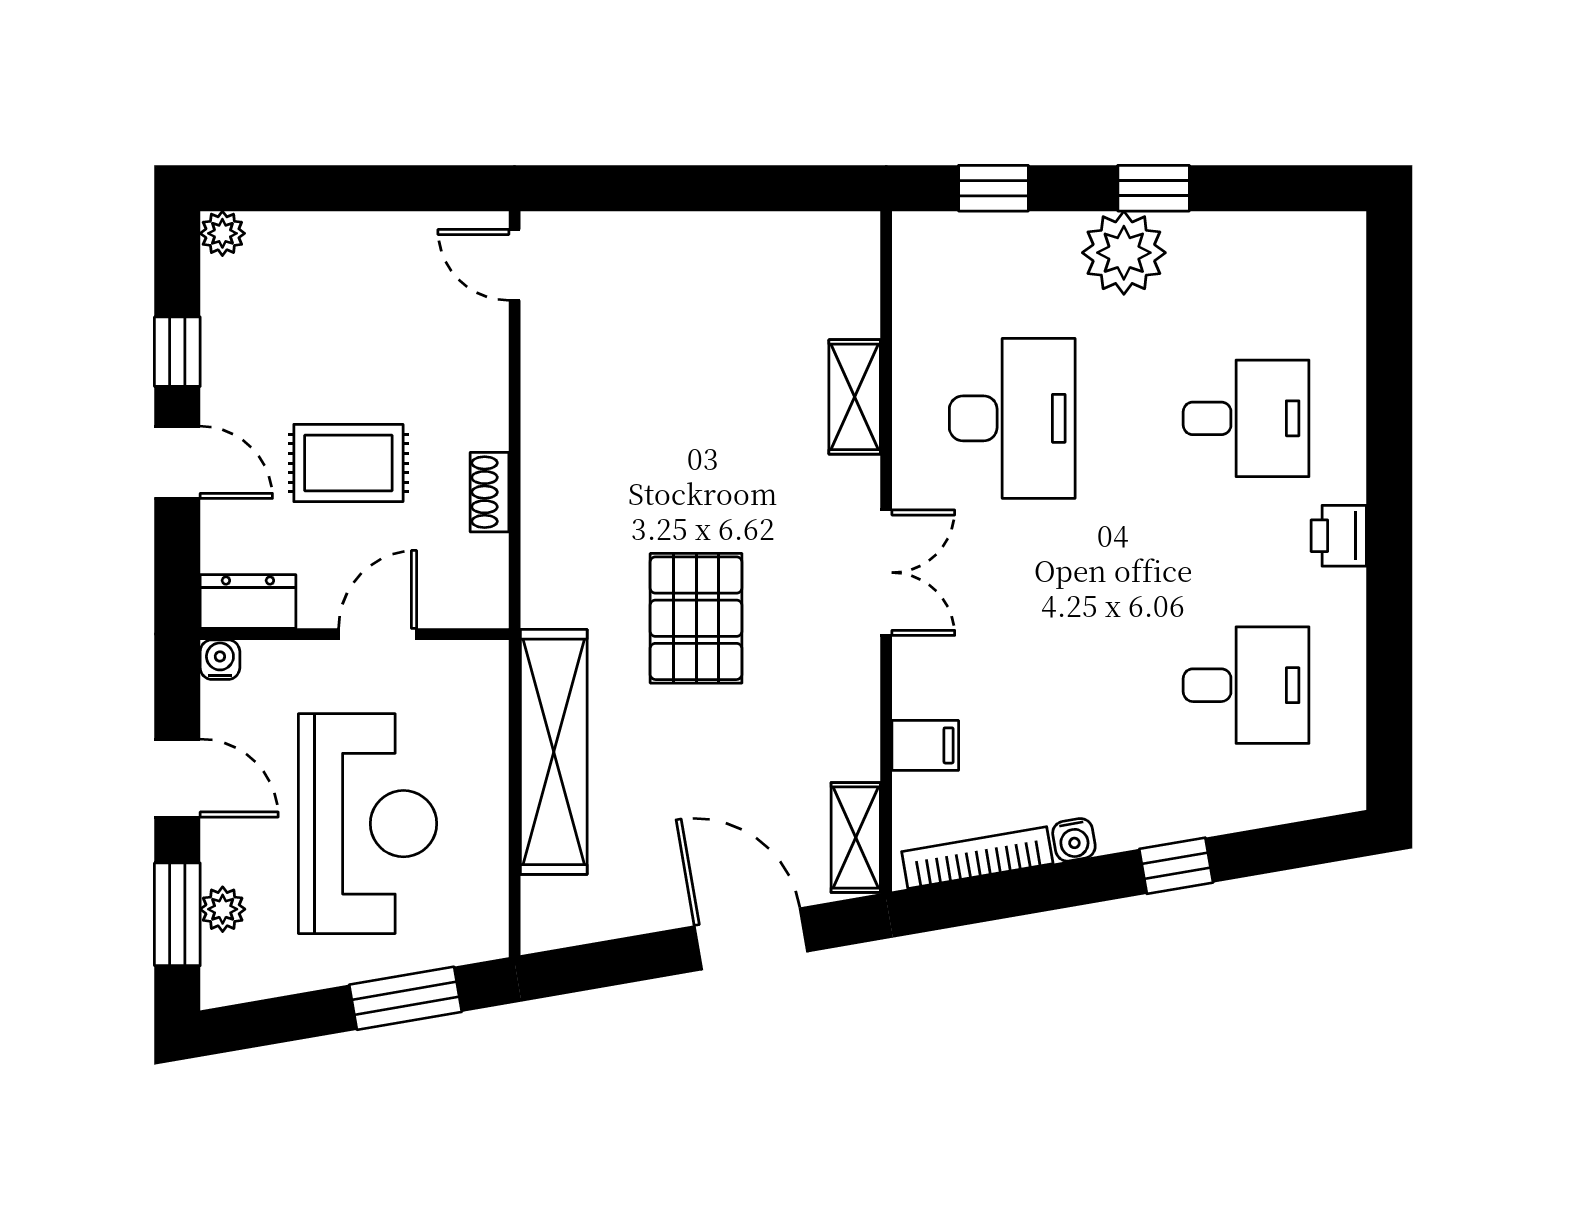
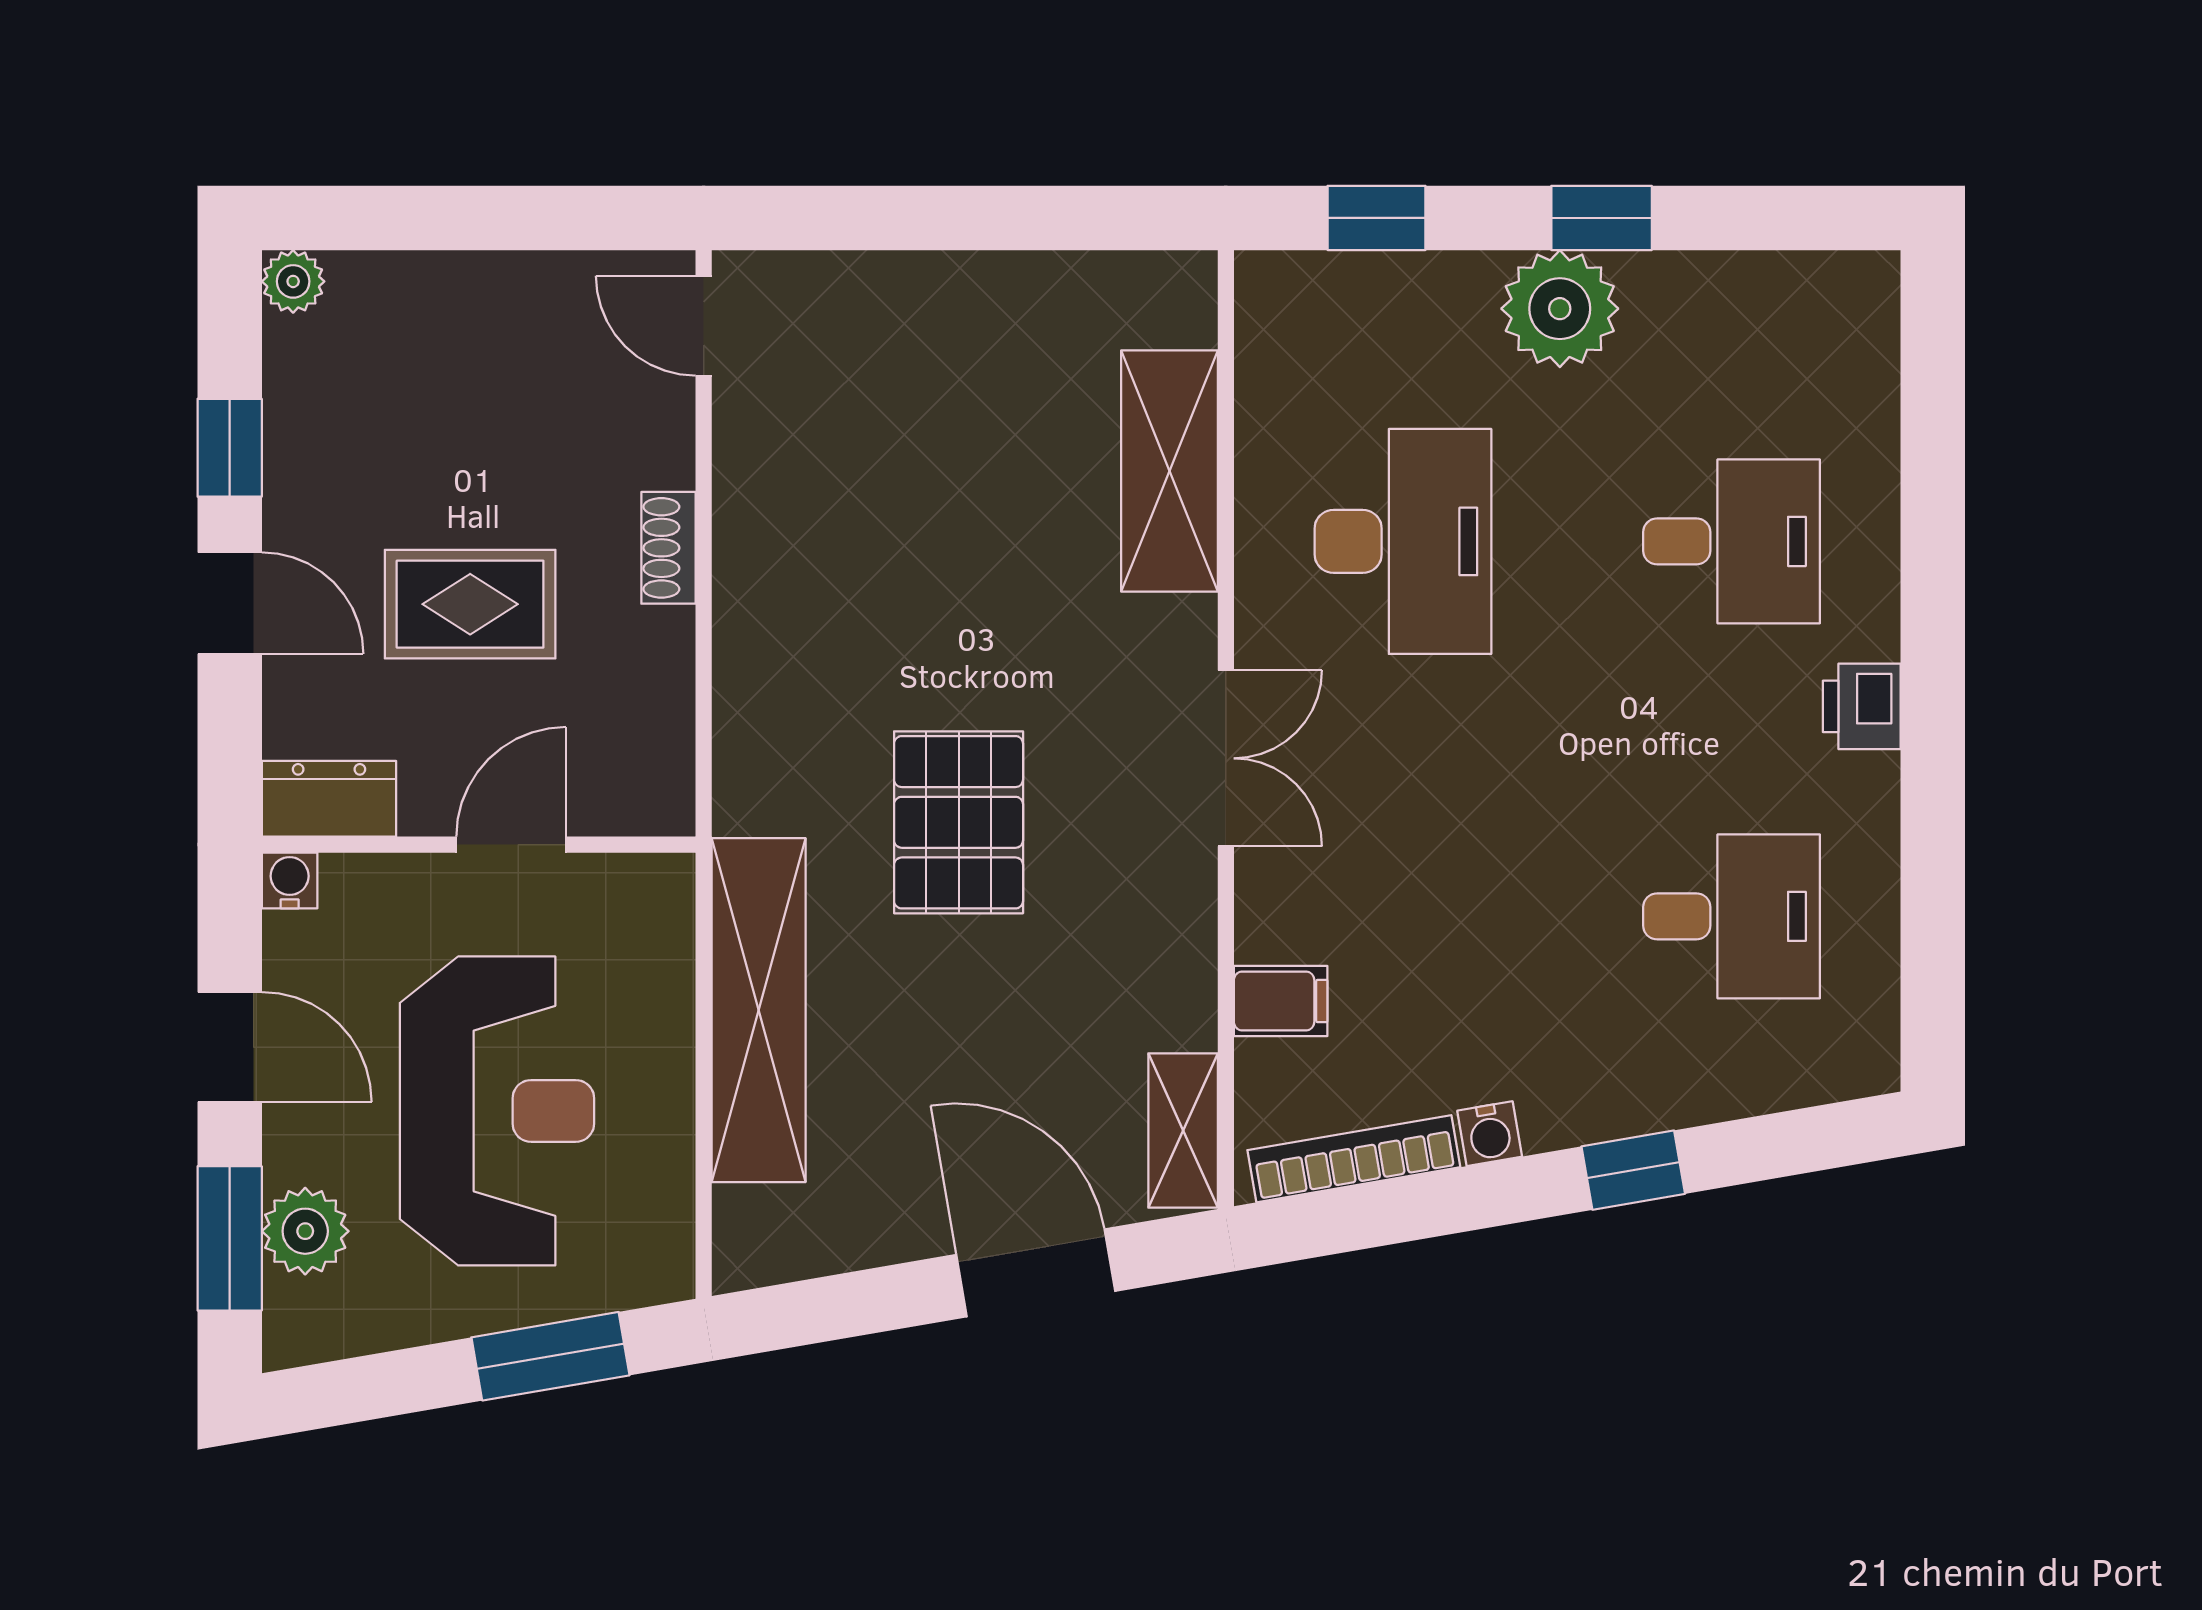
shelving: (855, 397) -> (1170, 471), width x1.50, depth x1.33
shoe rack: (490, 492) -> (668, 548), moved
plant: (223, 909) -> (305, 1231), width x1.38, depth x1.38

